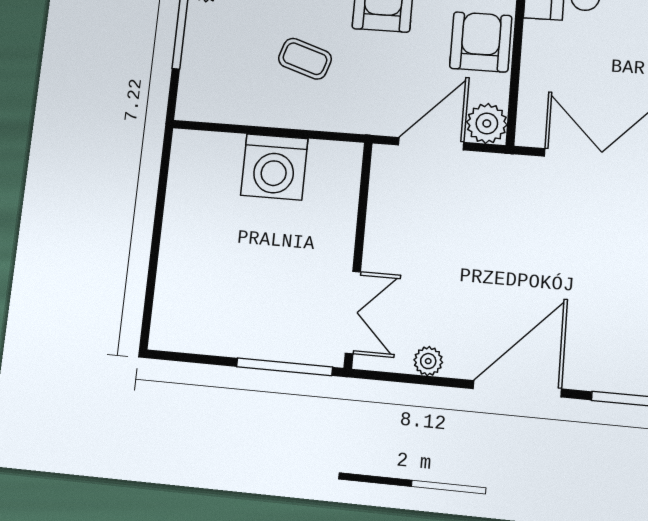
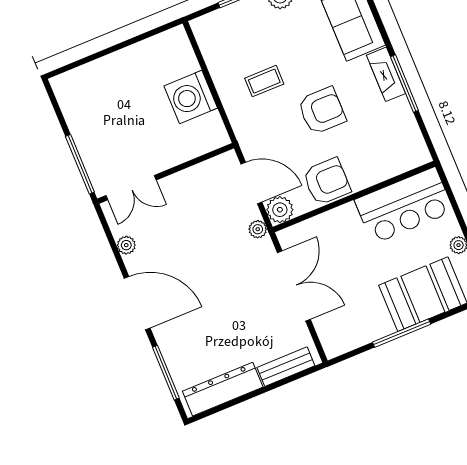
coffee table: (305, 59) -> (264, 81), turned 72
plant: (498, 167) -> (258, 229), added

